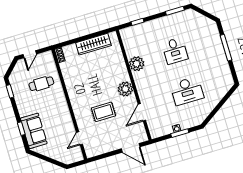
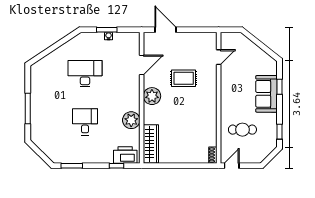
printer: (133, 33) -> (125, 155), added
wardrobe: (93, 44) -> (151, 144), moved, turned 90
door: (30, 54) -> (232, 166), moved
sofa: (34, 131) -> (266, 94), moved

